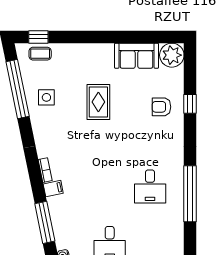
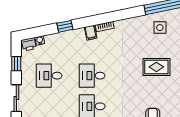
desk: (110, 187) -> (92, 76), added
window: (45, 222) -> (65, 26), width x0.46

